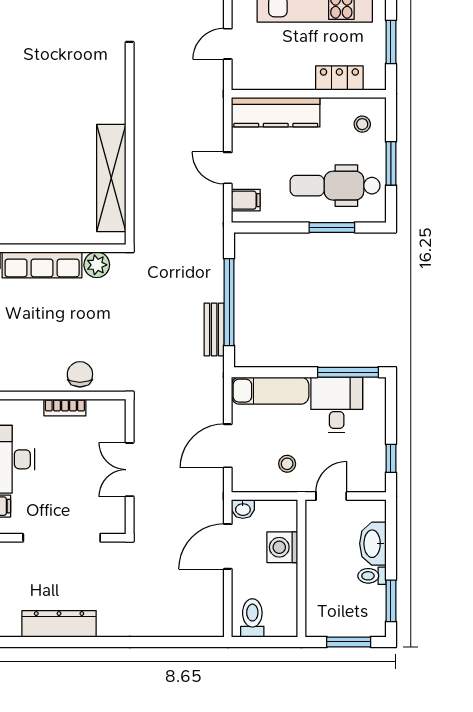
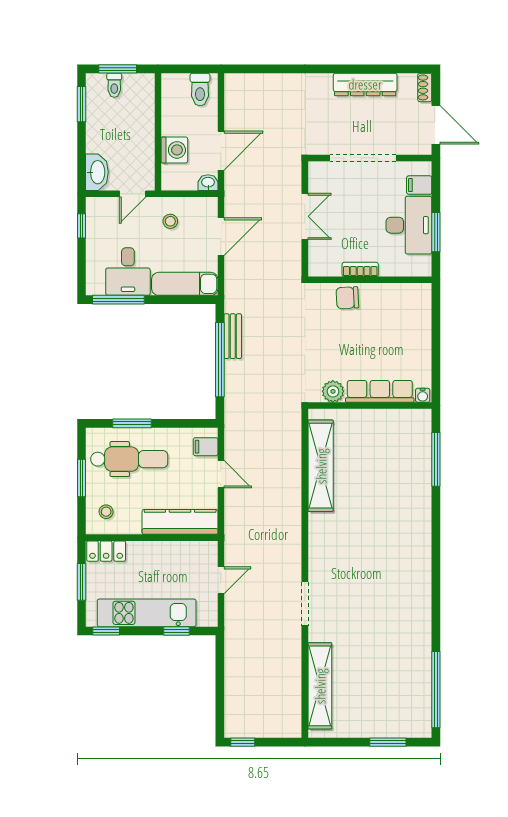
locker: (339, 78) -> (106, 551), moved
chair: (80, 374) -> (347, 298), turned 87
washbasin: (373, 544) -> (97, 172), moved
toilet: (372, 576) -> (114, 85), moved, turned 90

